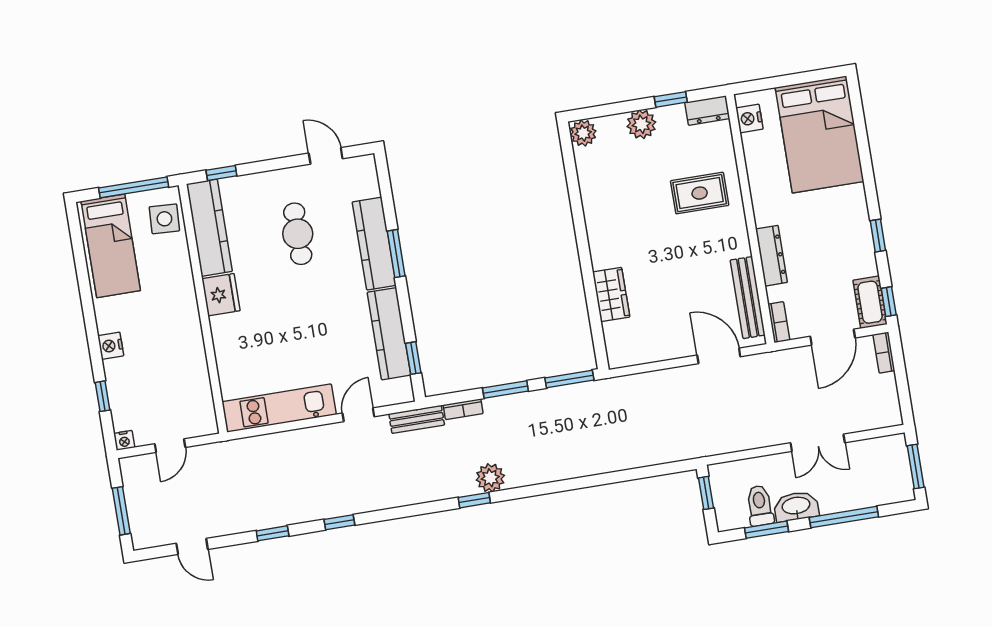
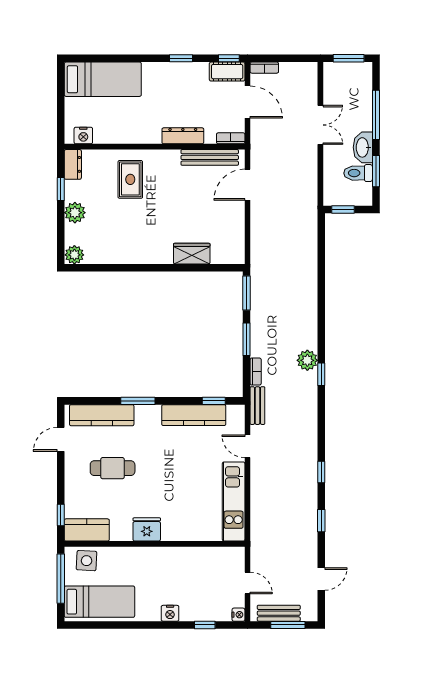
bed: (820, 134) -> (103, 79), width x0.67
kitchen counter: (209, 228) -> (87, 530), width x0.67
kitchen counter: (374, 244) -> (102, 415), moved
bench: (135, 496) -> (279, 613), added

